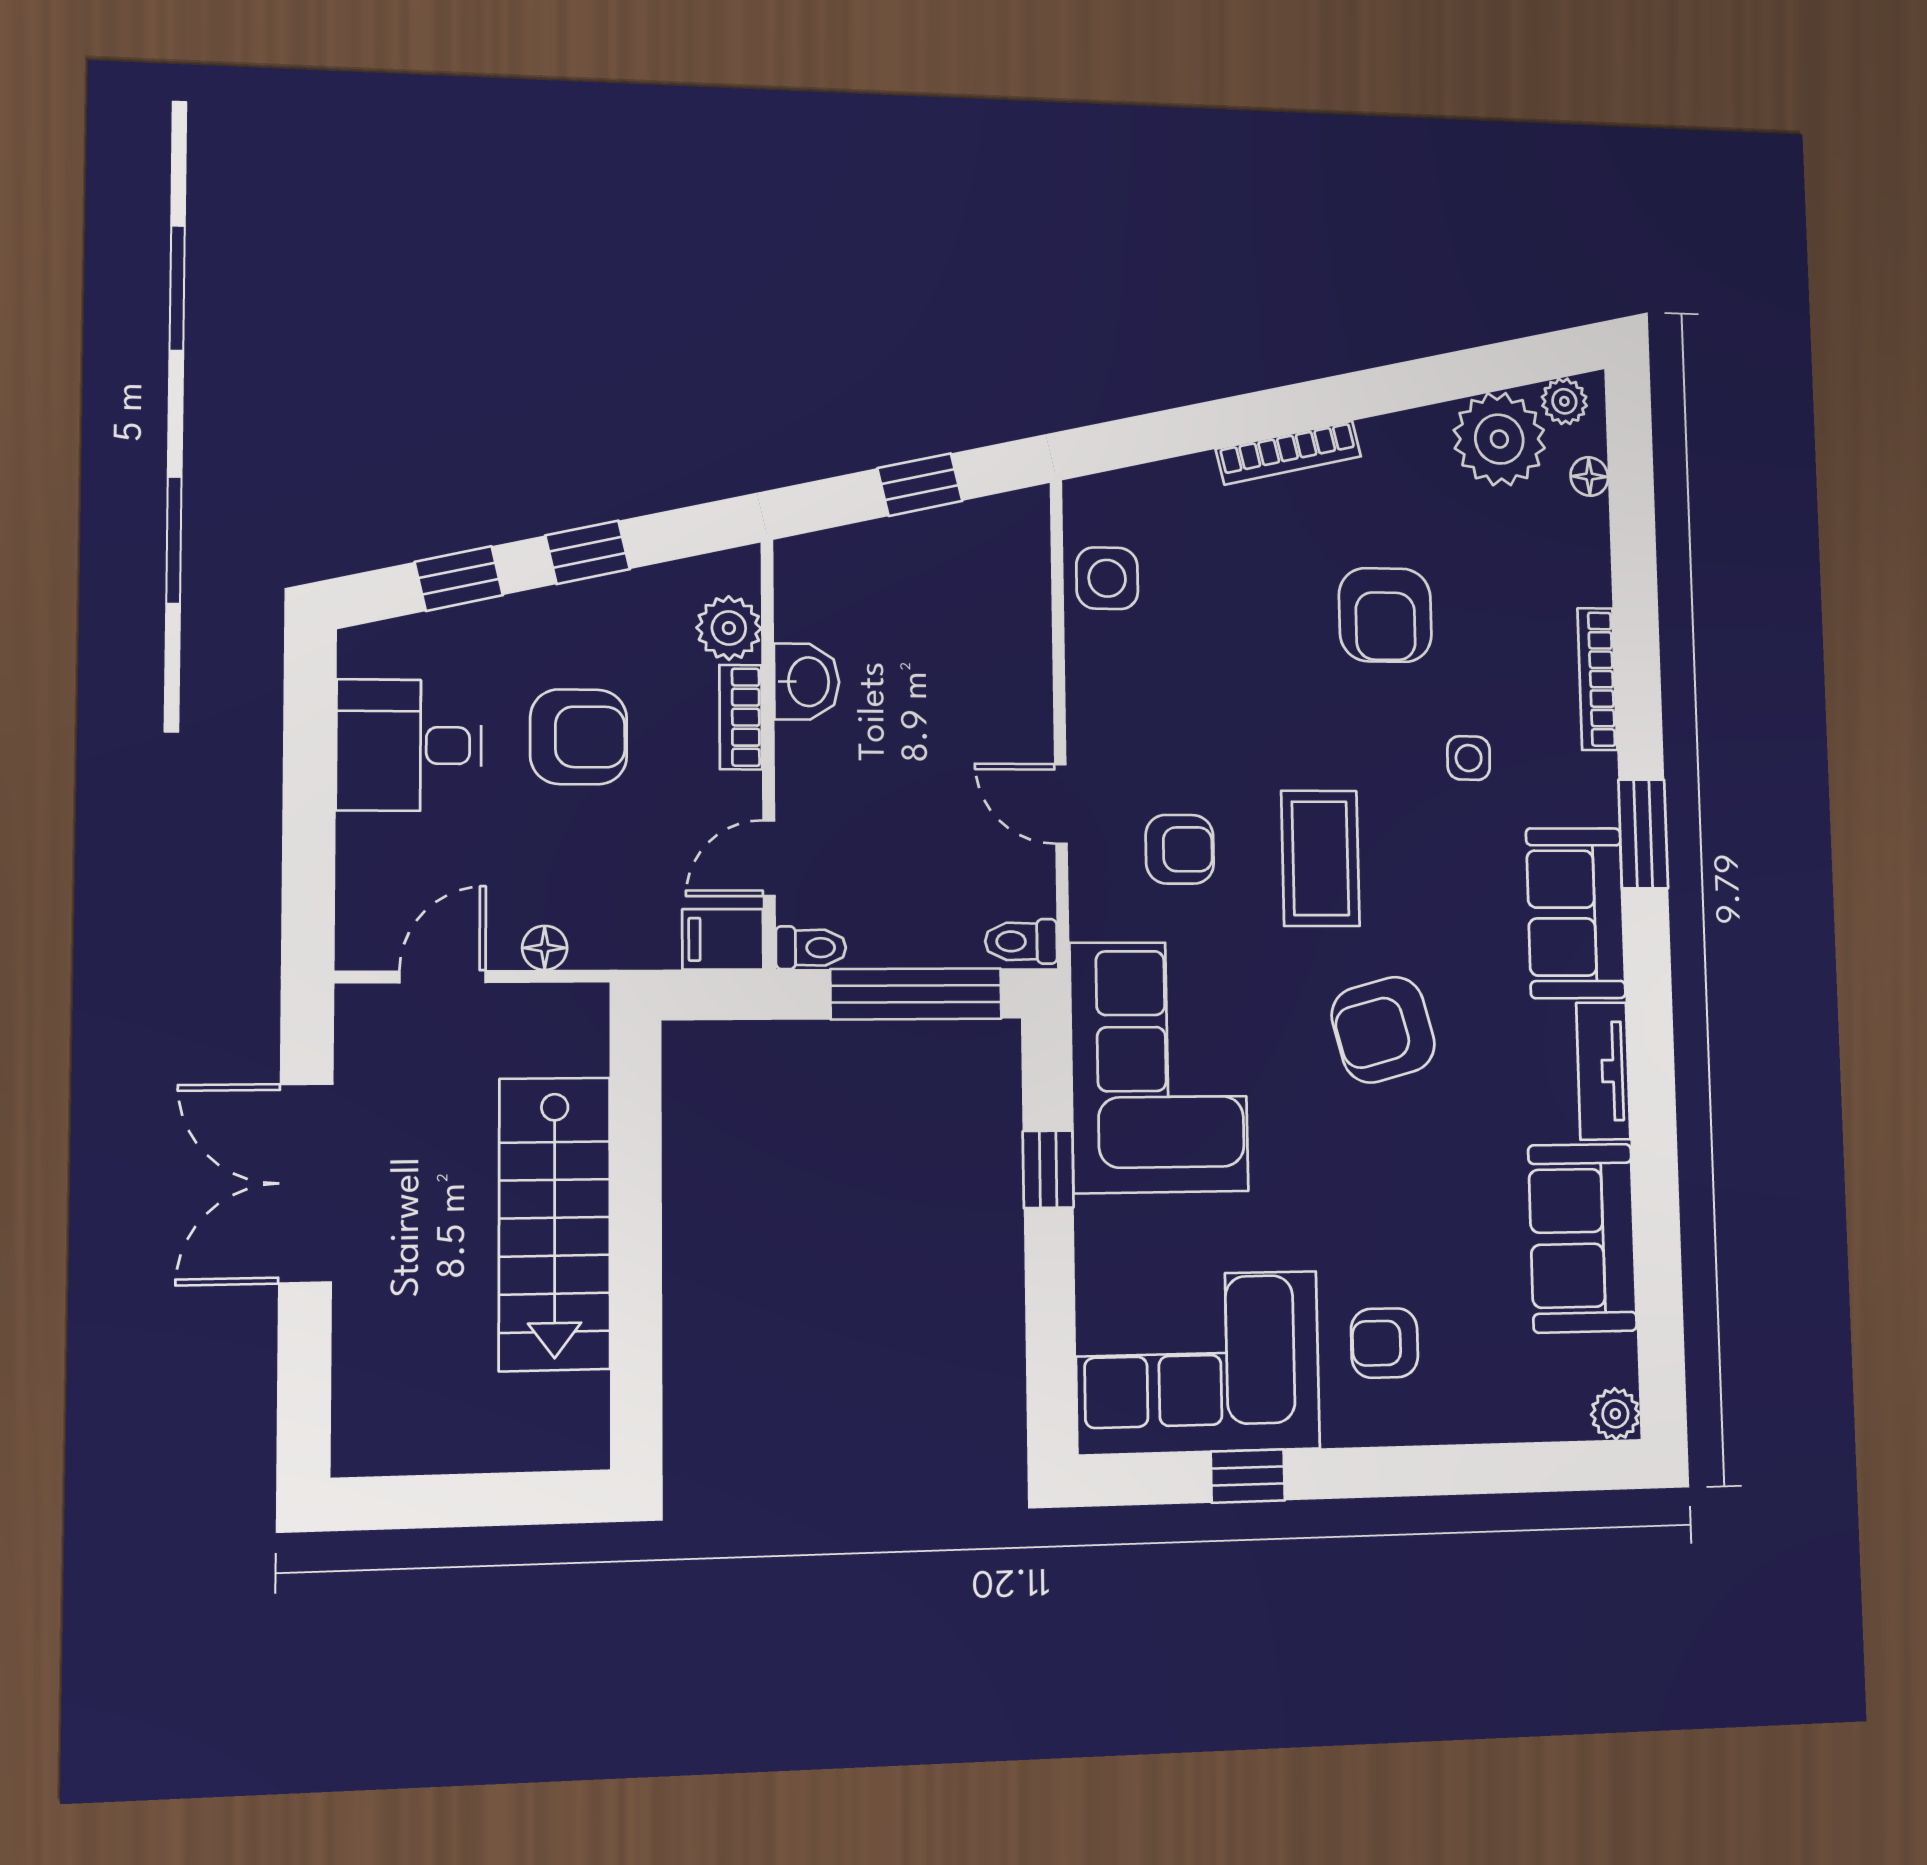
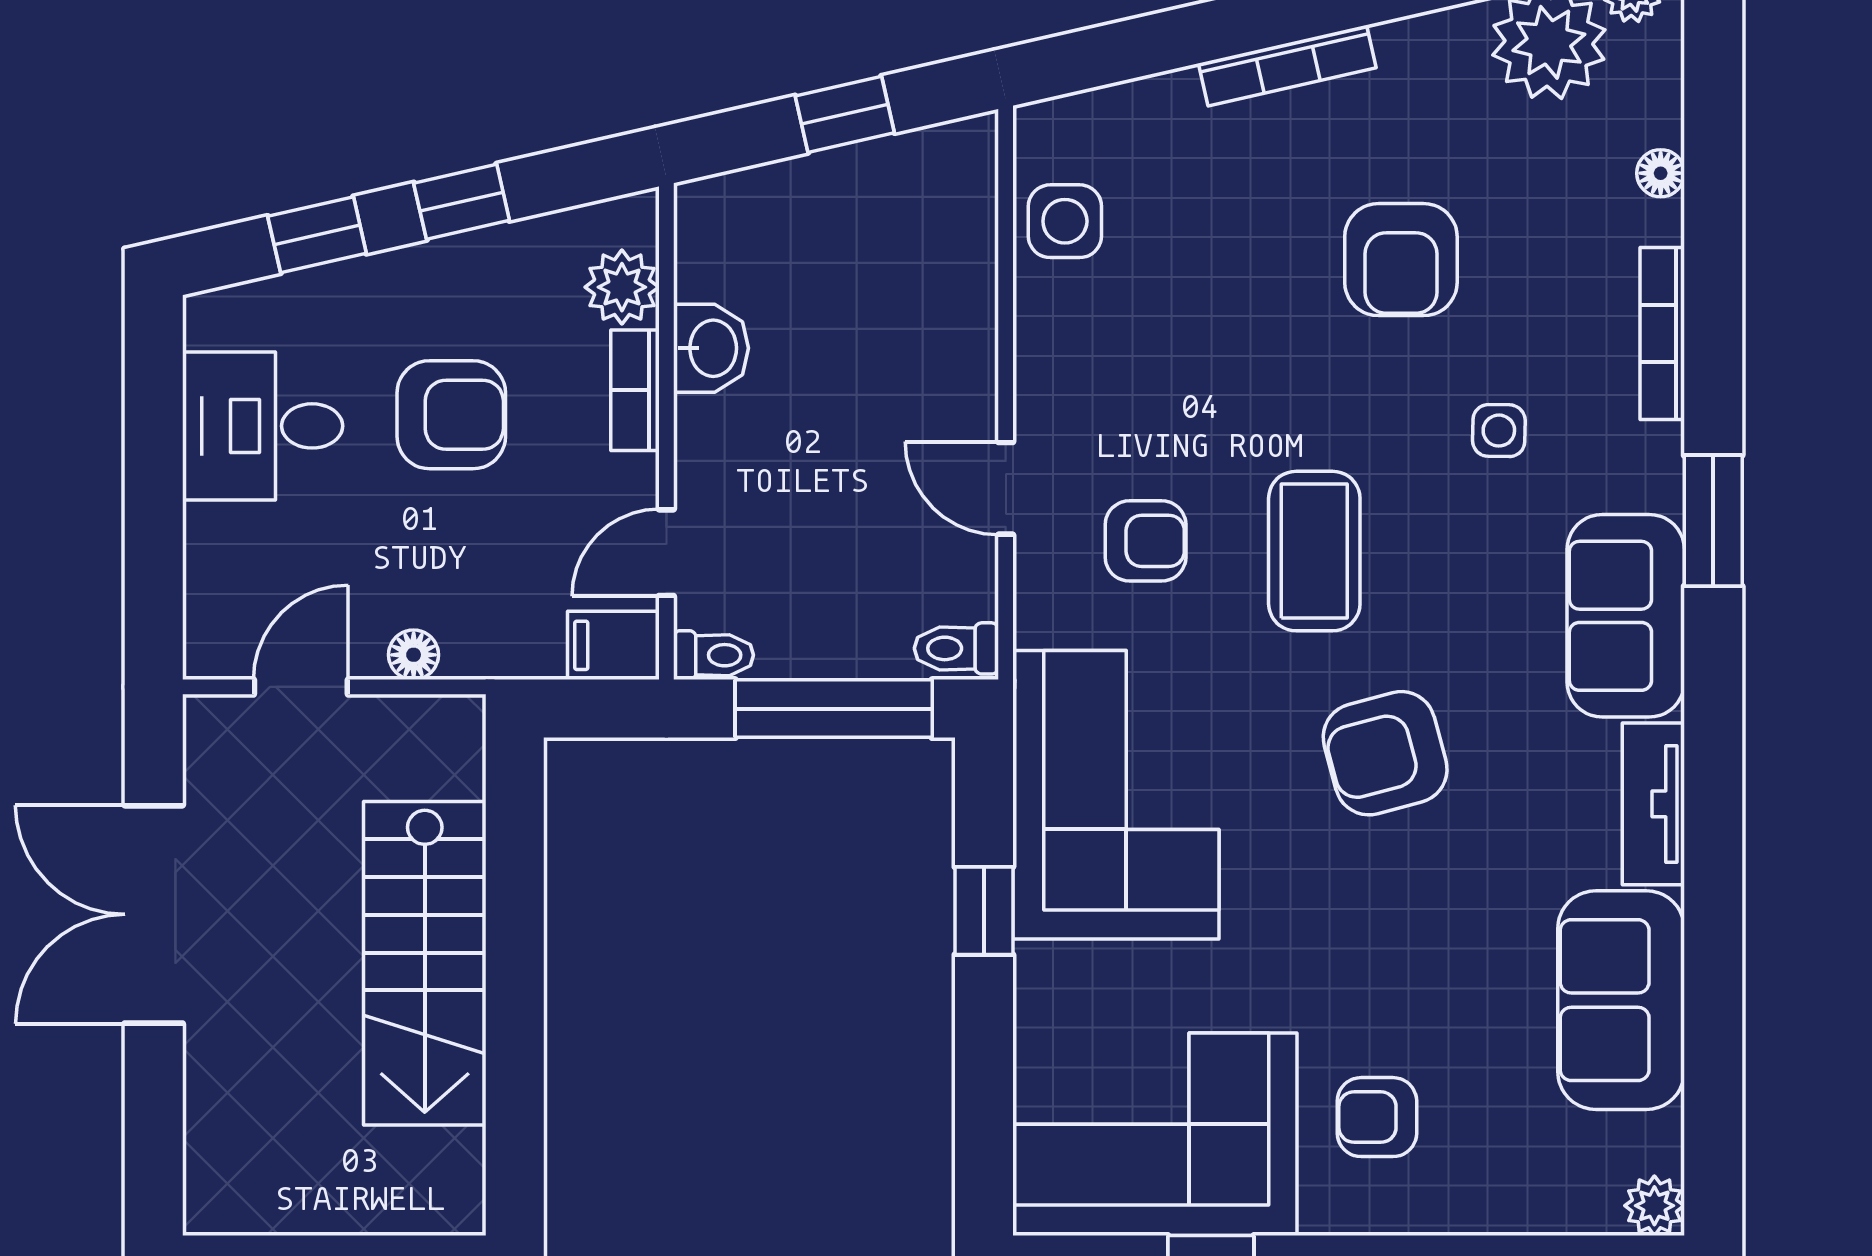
floor lamp: (1589, 476) -> (1661, 173), moved

